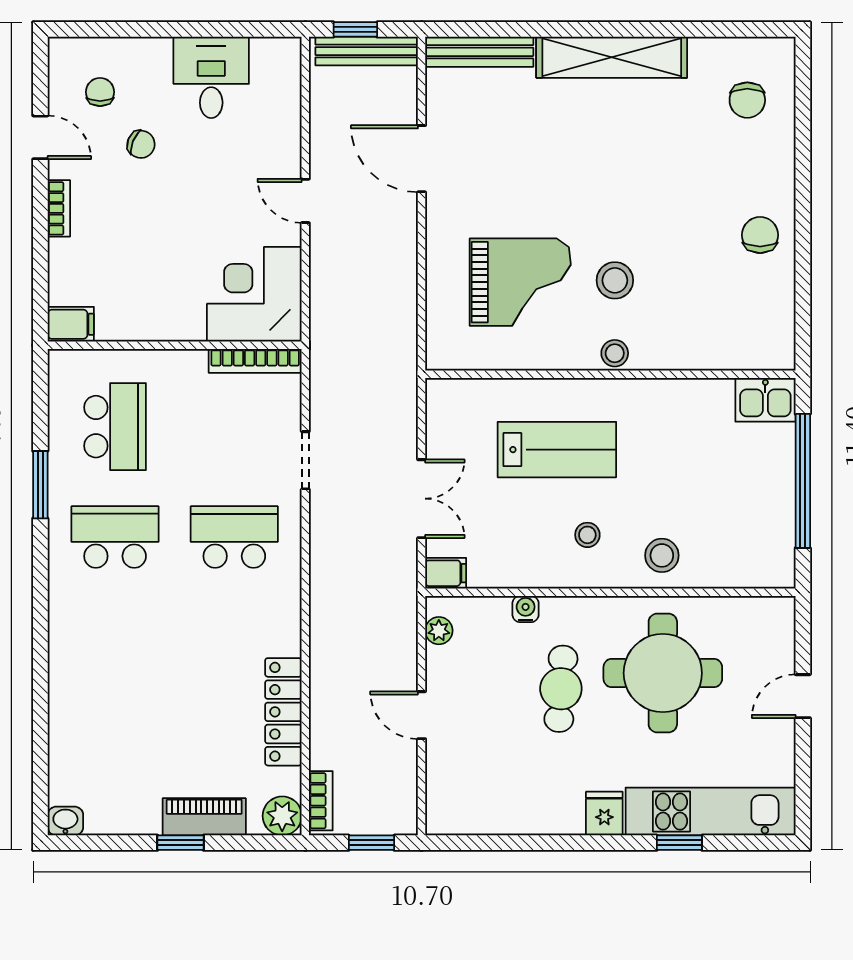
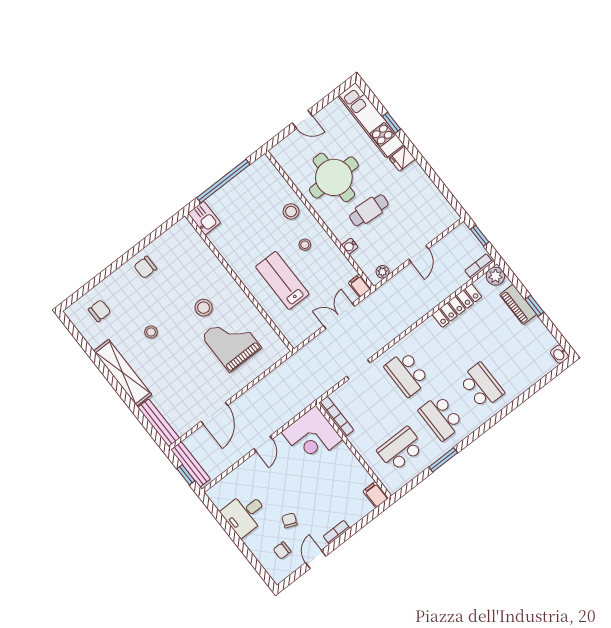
stool: (615, 353) -> (151, 332), moved
school desk: (115, 647) -> (482, 386), added

